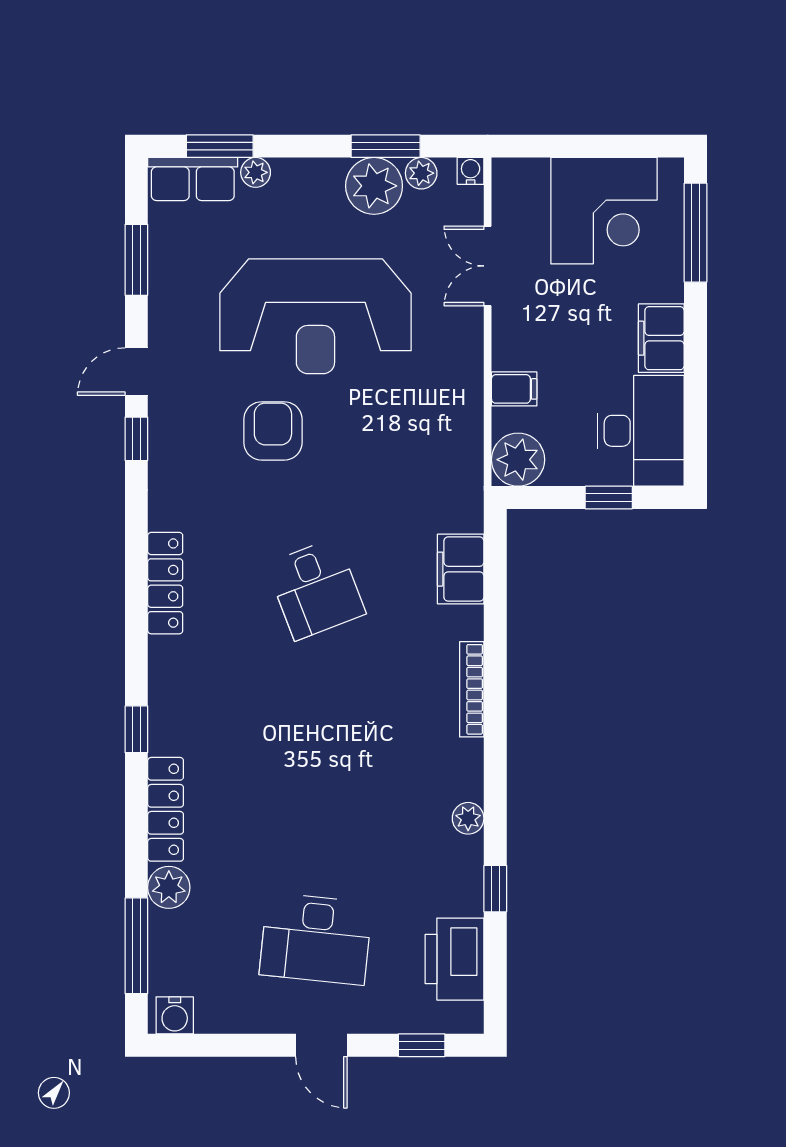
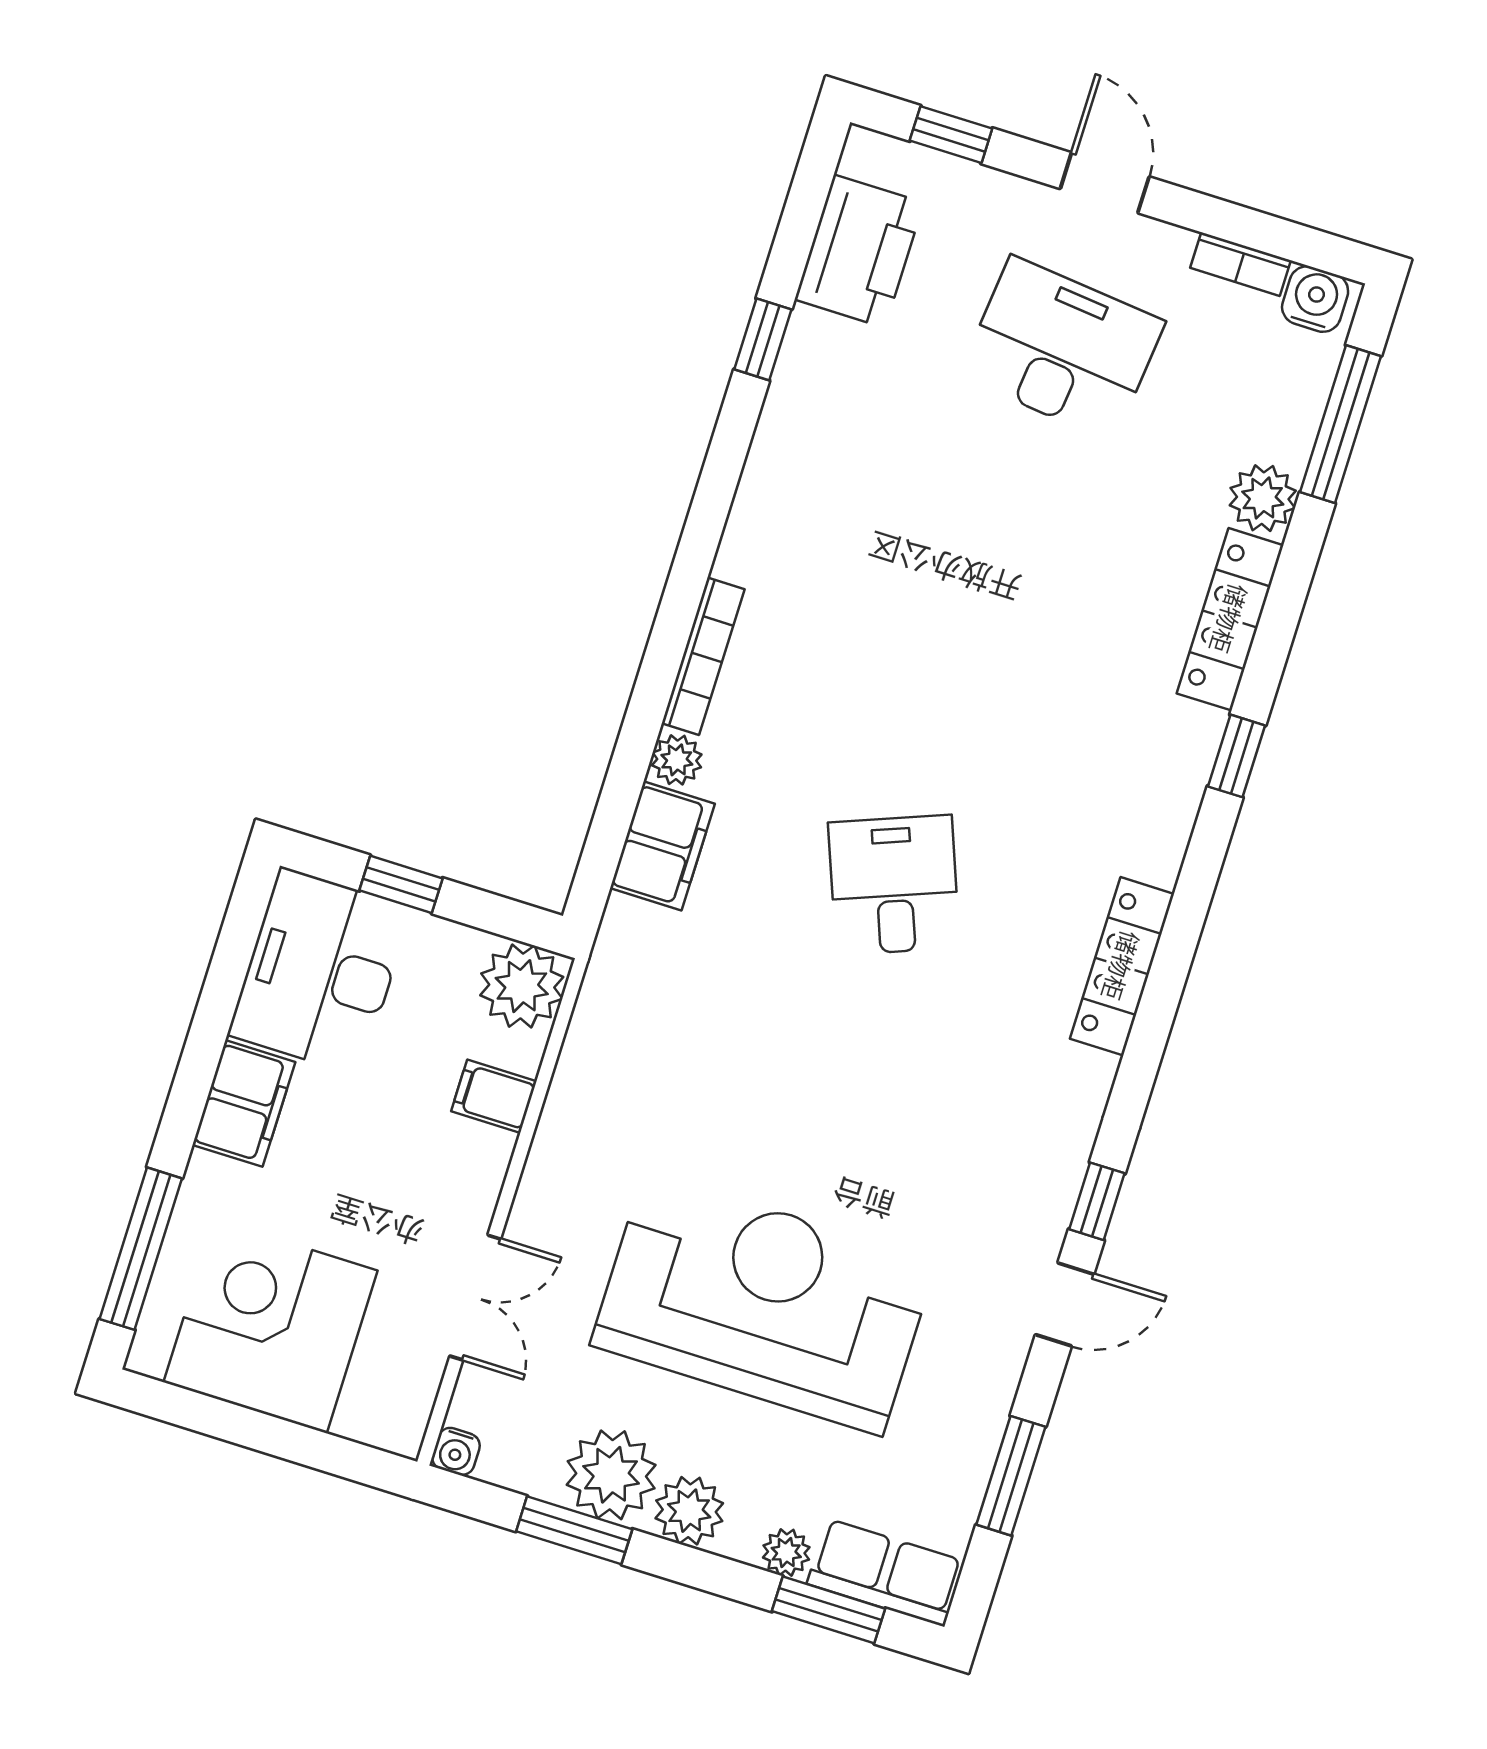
plant: (421, 173) -> (689, 1511), moved, width x1.38, depth x1.38
armchair: (273, 431) -> (884, 1148), removed
plant: (468, 818) -> (677, 760), moved
bookcase: (226, 1022) -> (1240, 264), added

